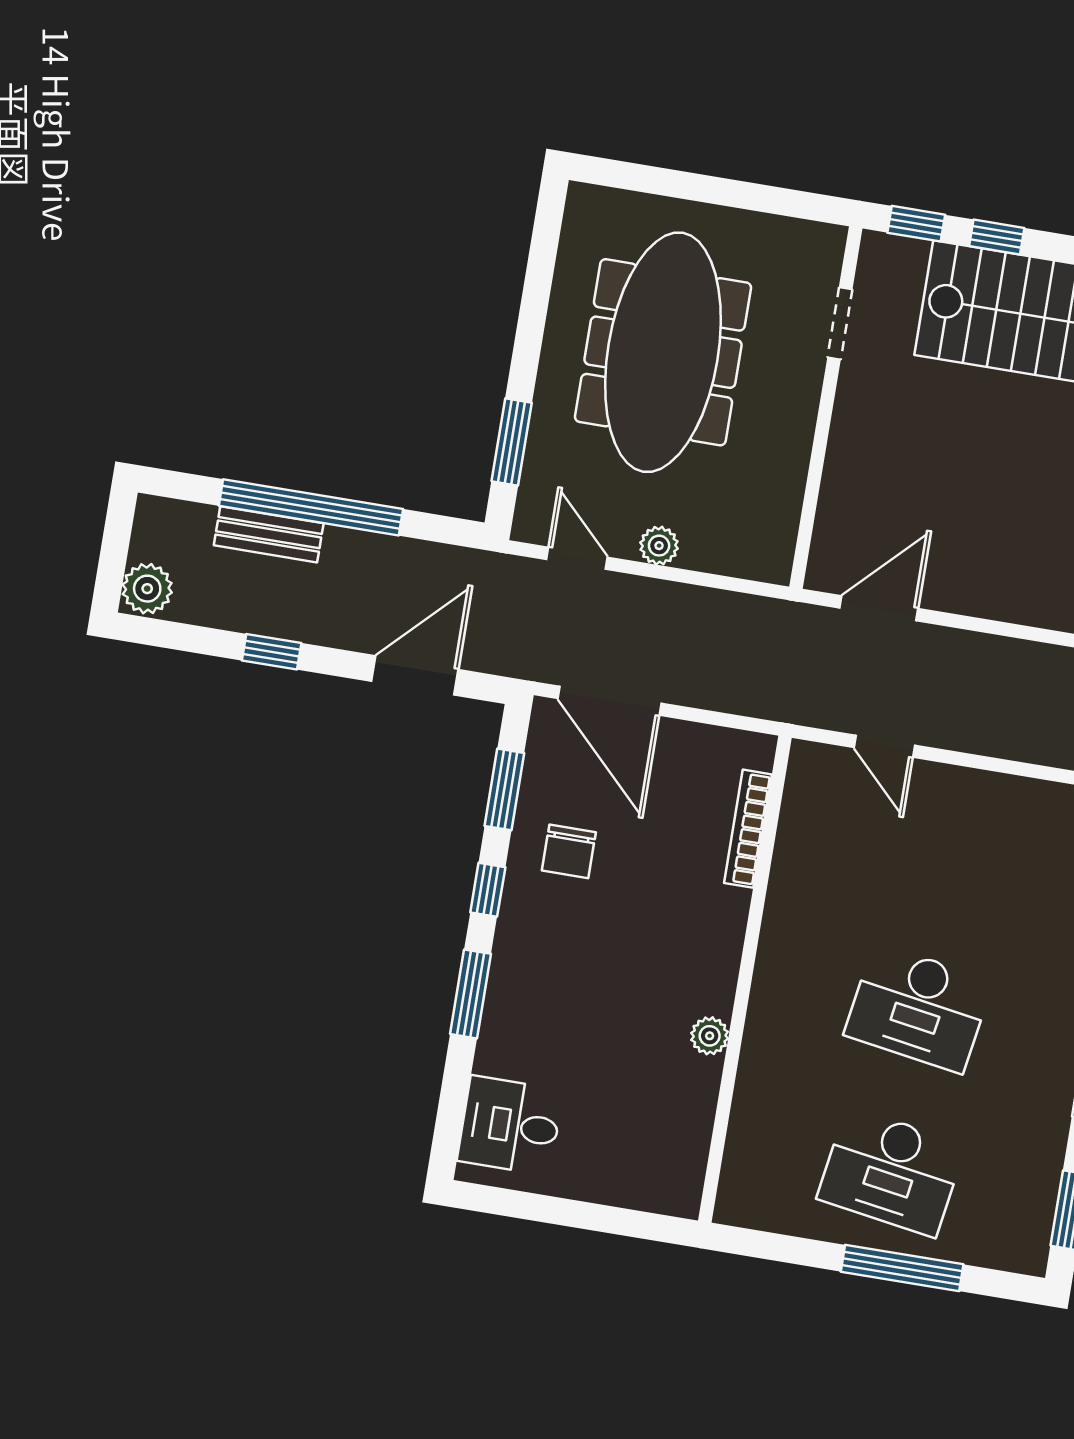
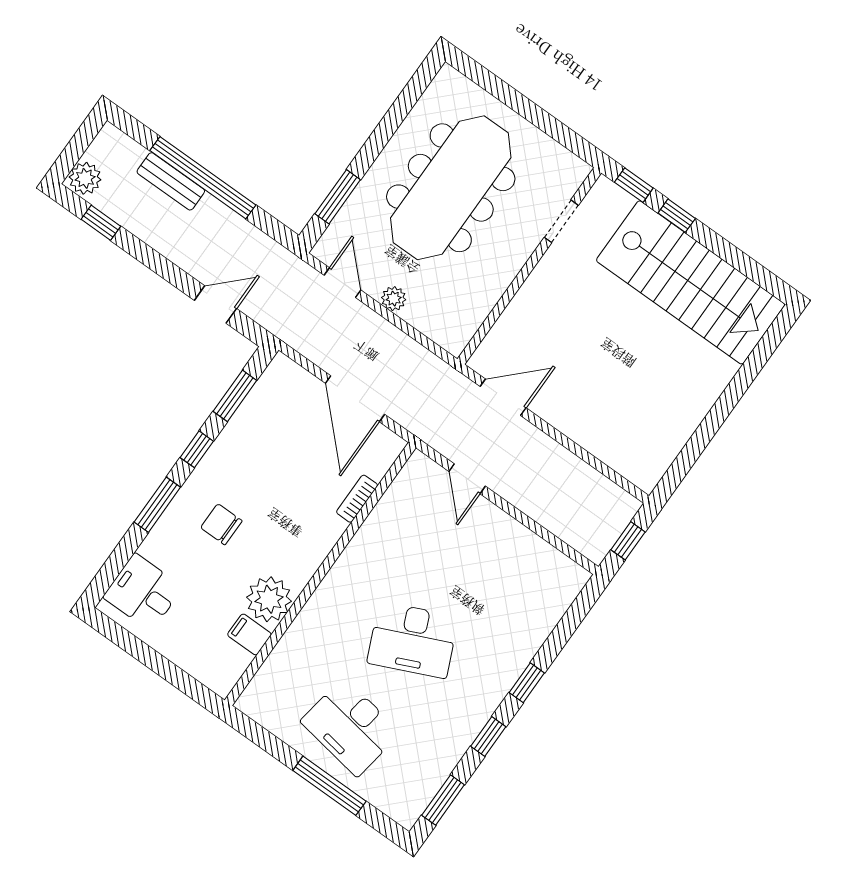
window: (272, 652) -> (101, 223), moved
door: (415, 675) -> (215, 305), width x0.73
door: (610, 701) -> (355, 399), moved
bookcase: (748, 829) -> (357, 499), width x0.64
chair: (569, 851) -> (221, 524), moved, turned 90
desk: (918, 1008) -> (413, 640), turned -33
plant: (710, 1036) -> (269, 599), width x1.87, depth x1.87
filing cabinet: (687, 1112) -> (249, 634), added

